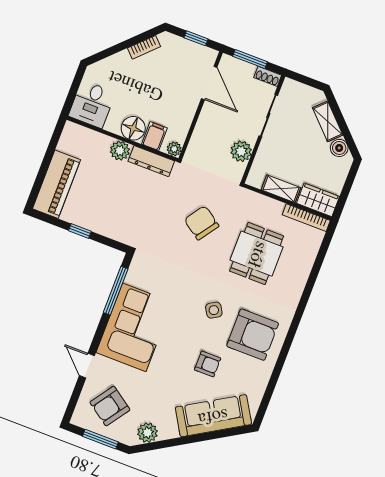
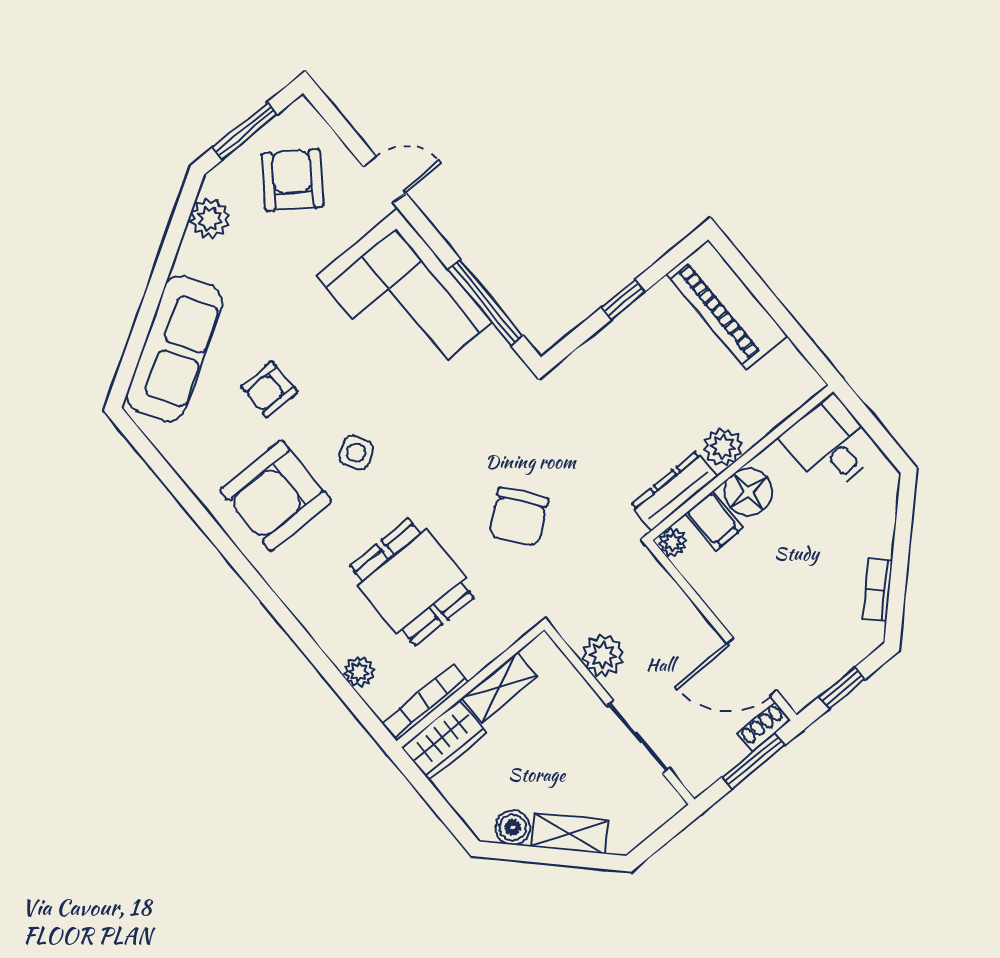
shoe rack: (268, 76) -> (764, 727), moved
chair: (202, 223) -> (519, 517), turned 107
plant: (309, 254) -> (359, 672), added

